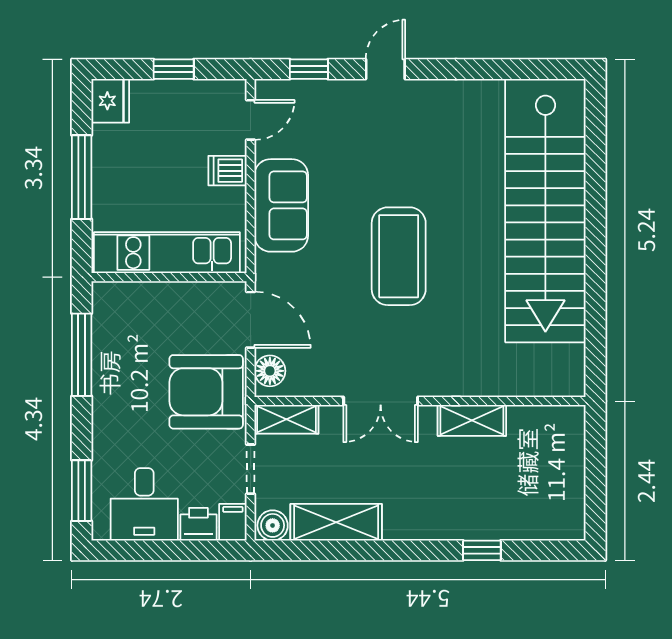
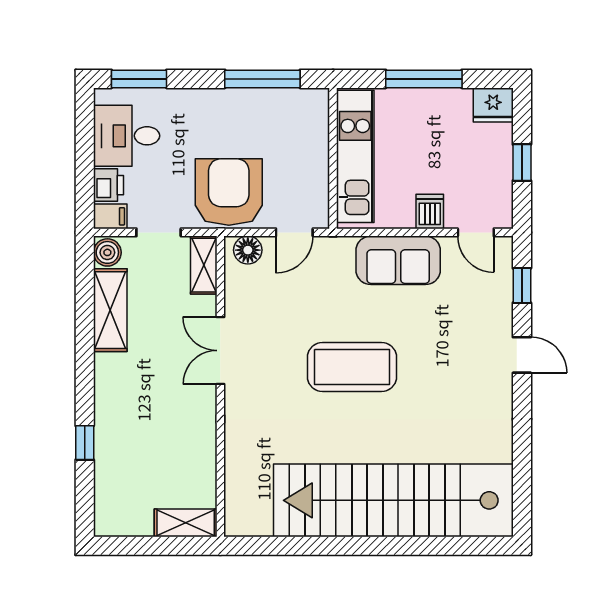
door: (251, 320) -> (294, 232), width x0.73
shelving: (472, 420) -> (186, 523), moved, turned 90

